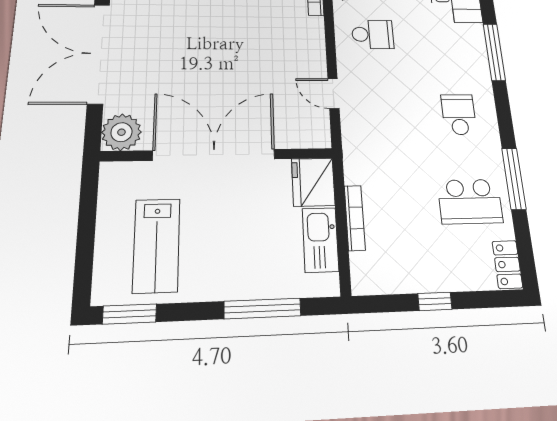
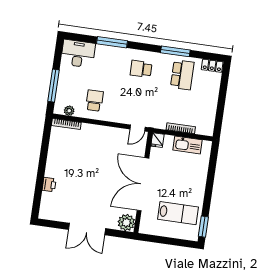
double door: (99, 53) -> (87, 229), width x0.73
door: (333, 93) -> (138, 128), moved
fridge: (313, 182) -> (157, 140), width x0.53, depth x0.75
window: (435, 301) -> (221, 102), removed
window: (262, 309) -> (211, 174), removed

